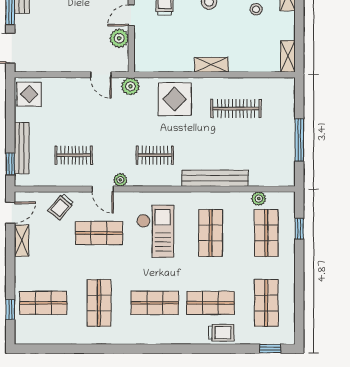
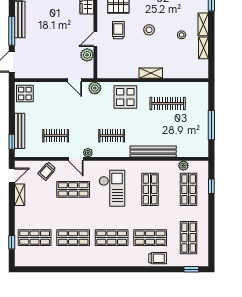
shelving: (288, 56) -> (204, 48), moved
shop shelf: (99, 303) -> (73, 238), turned 90

